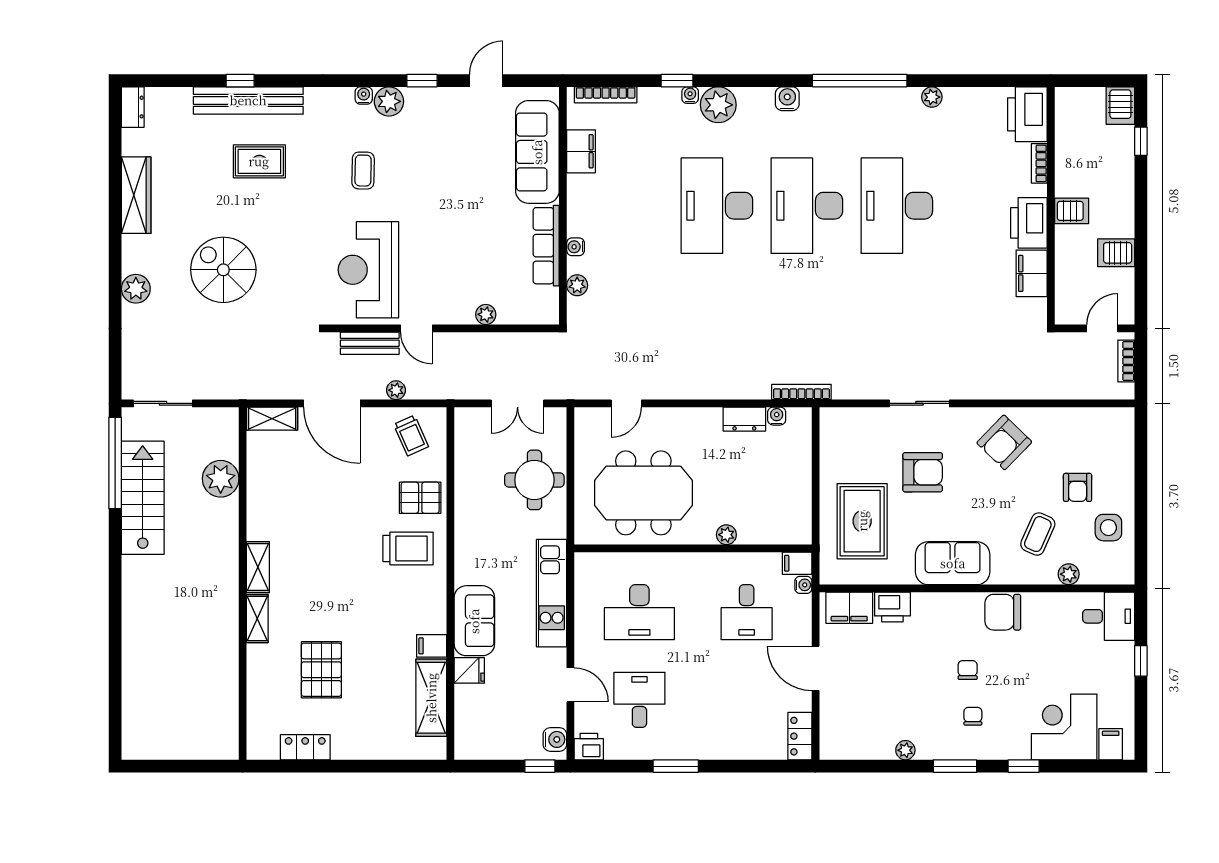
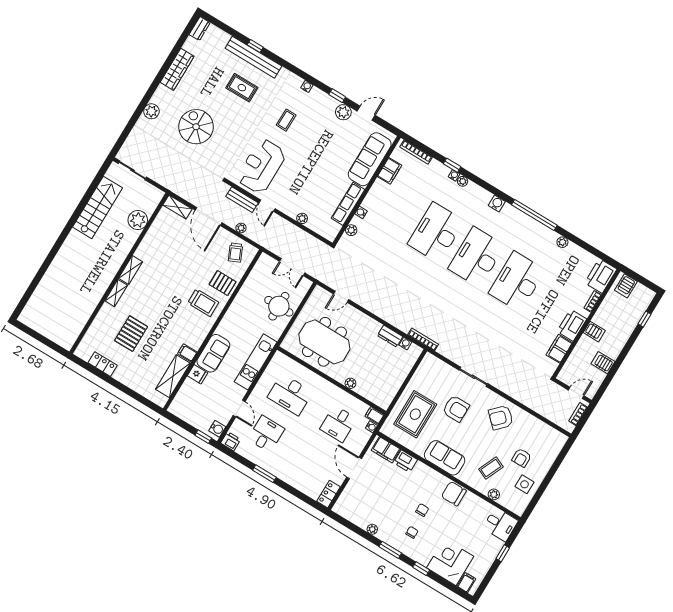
plant: (389, 101) -> (343, 112), moved
plant: (718, 105) -> (463, 181), width x0.53, depth x0.53
server rack: (1120, 106) -> (626, 286), moved
window: (115, 463) -> (95, 184), removed

